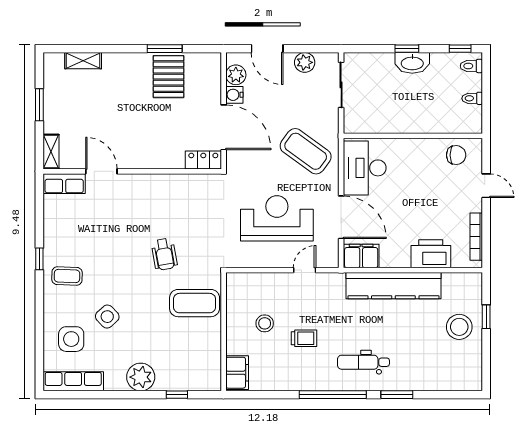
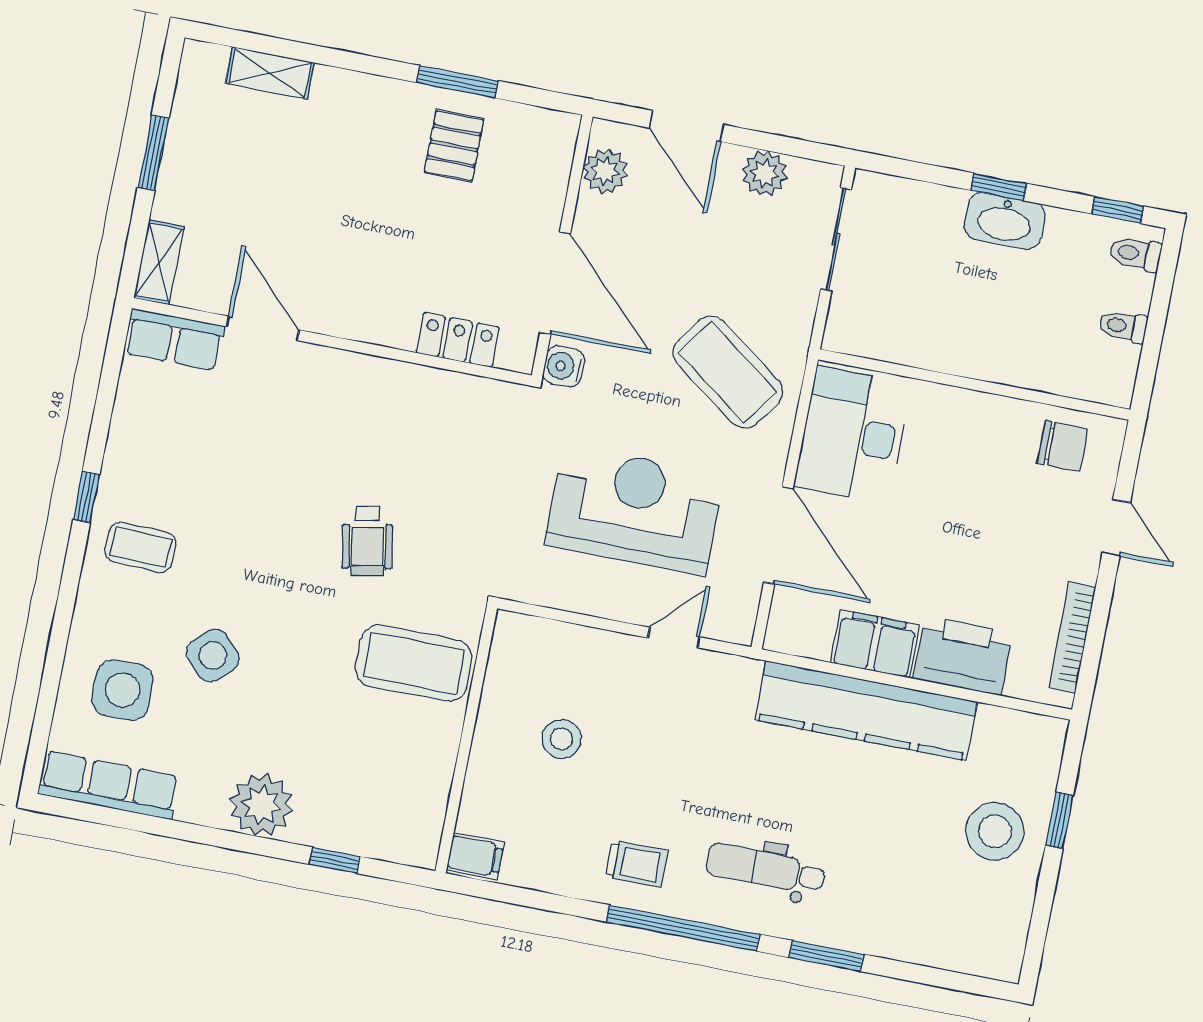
pallet: (169, 77) -> (454, 146), width x0.67, depth x0.71
water cooler: (234, 95) -> (564, 366), moved
locker: (203, 160) -> (458, 340), moved
filing cabinet: (361, 256) -> (875, 644), moved
trolley: (304, 338) -> (636, 864), moved
filing cabinet: (237, 373) -> (475, 856), width x0.50

